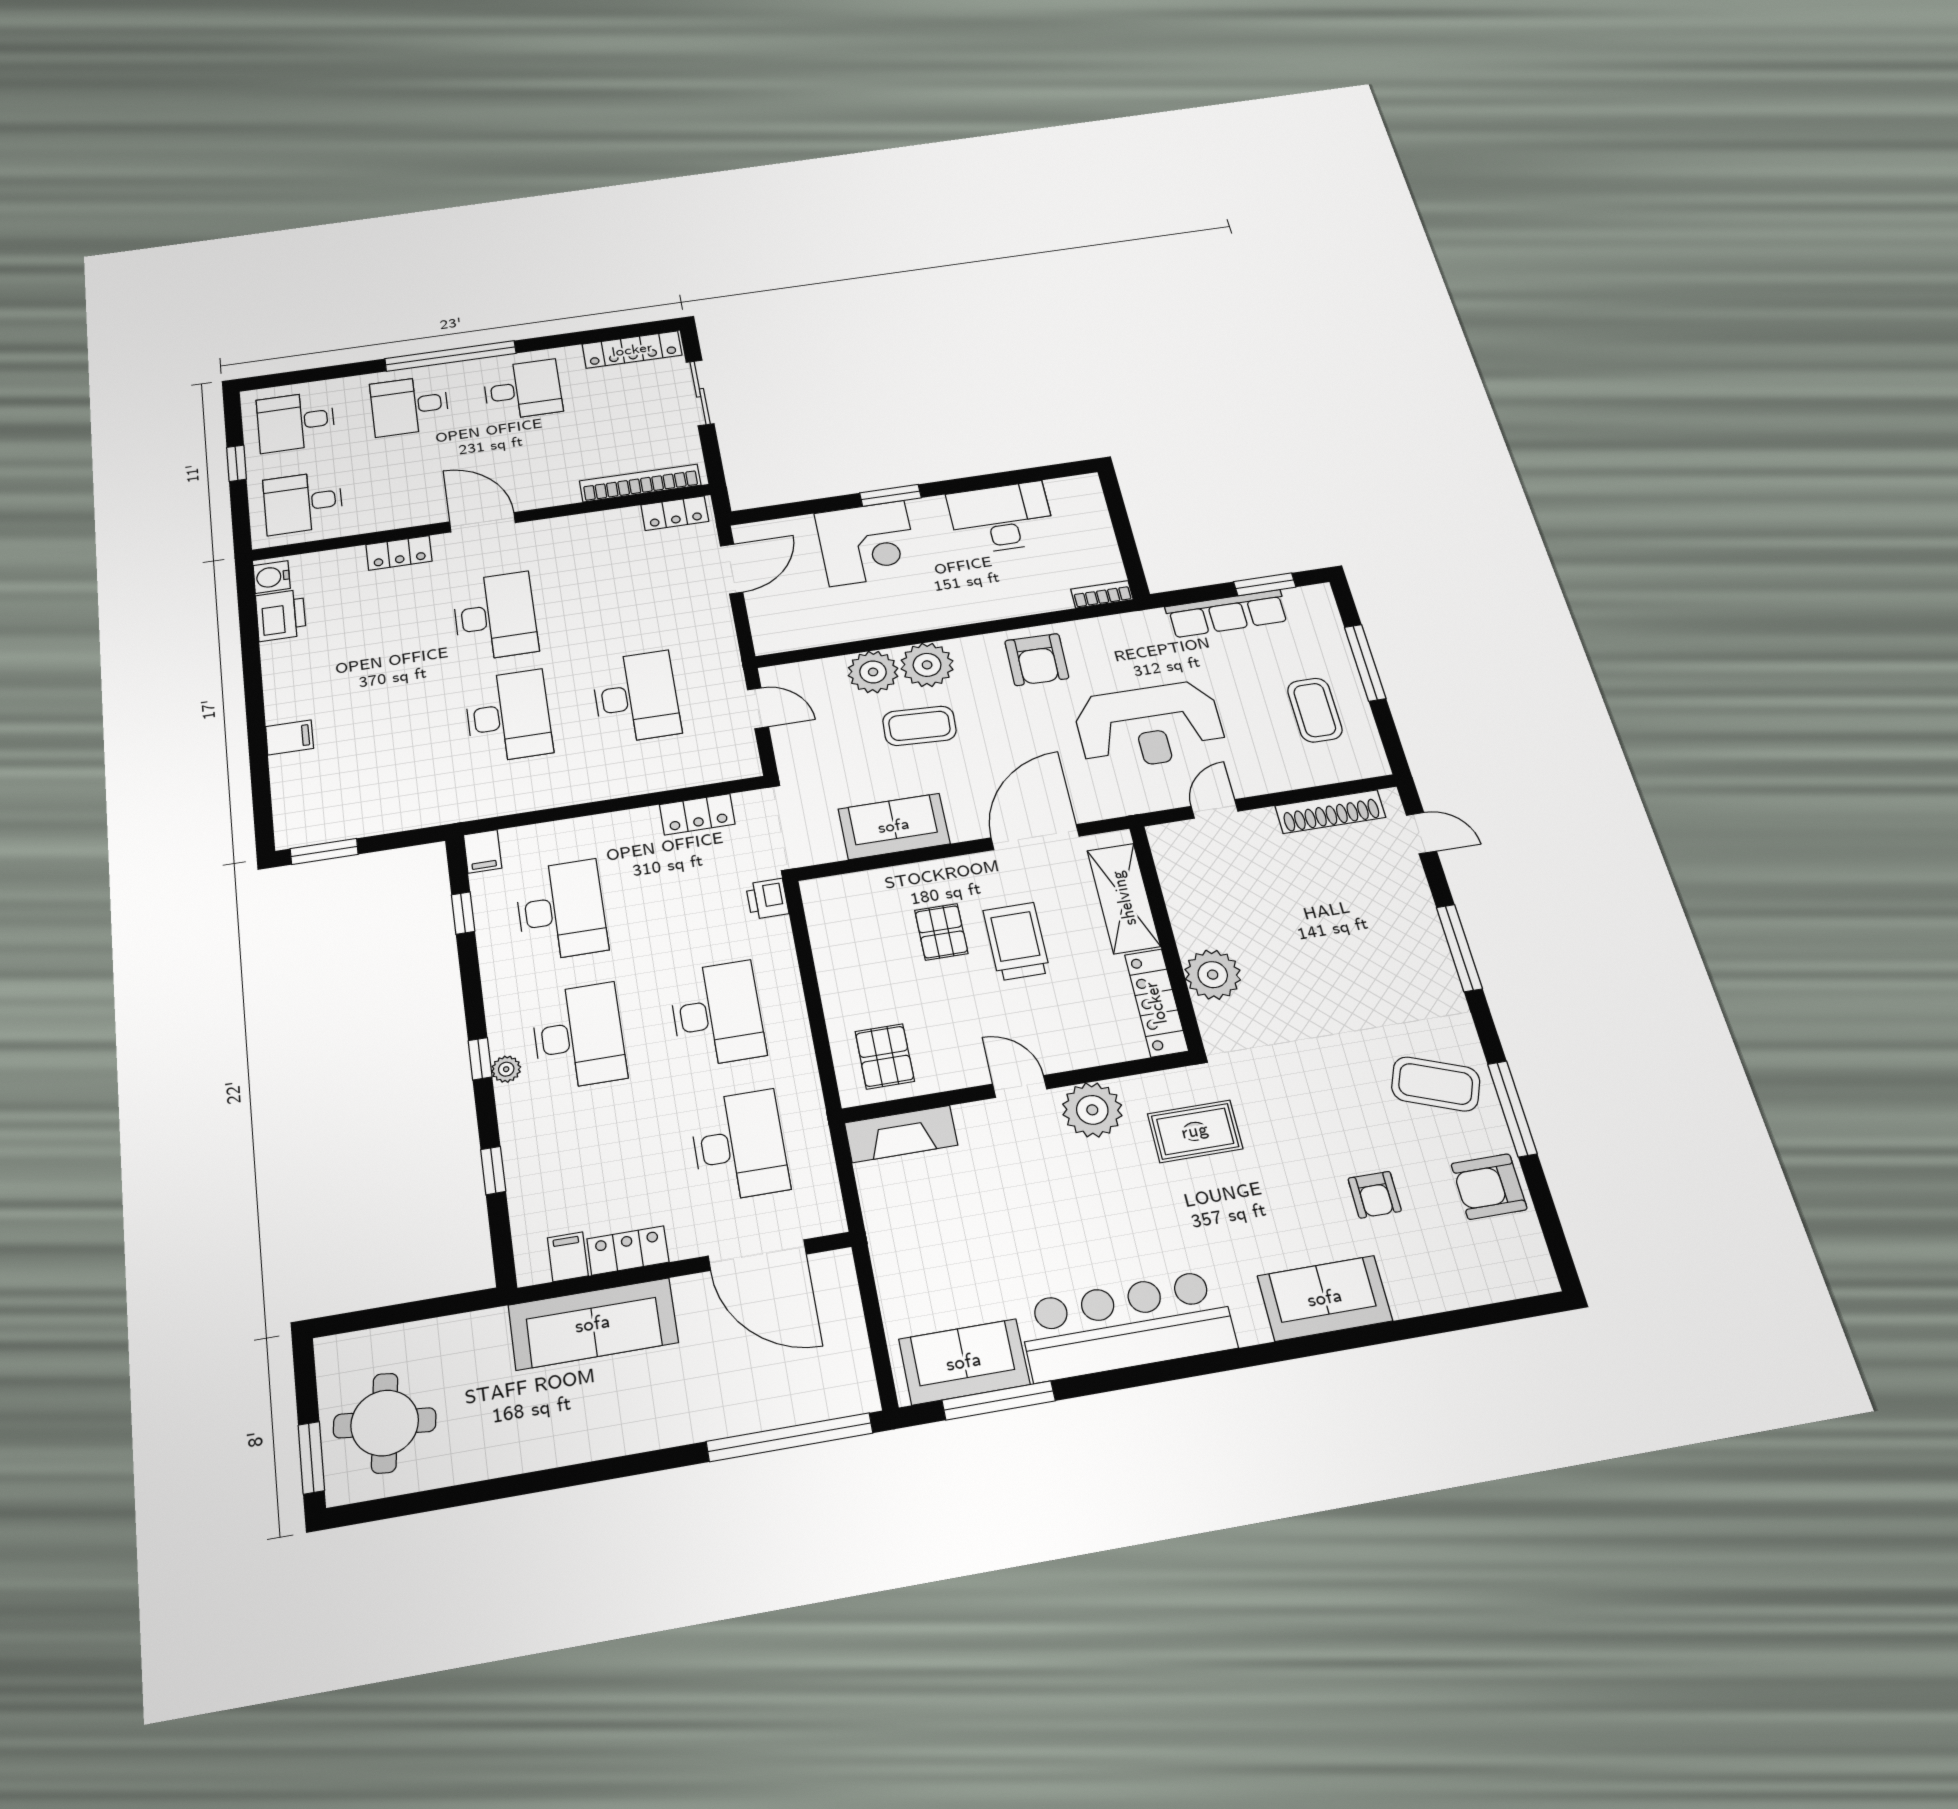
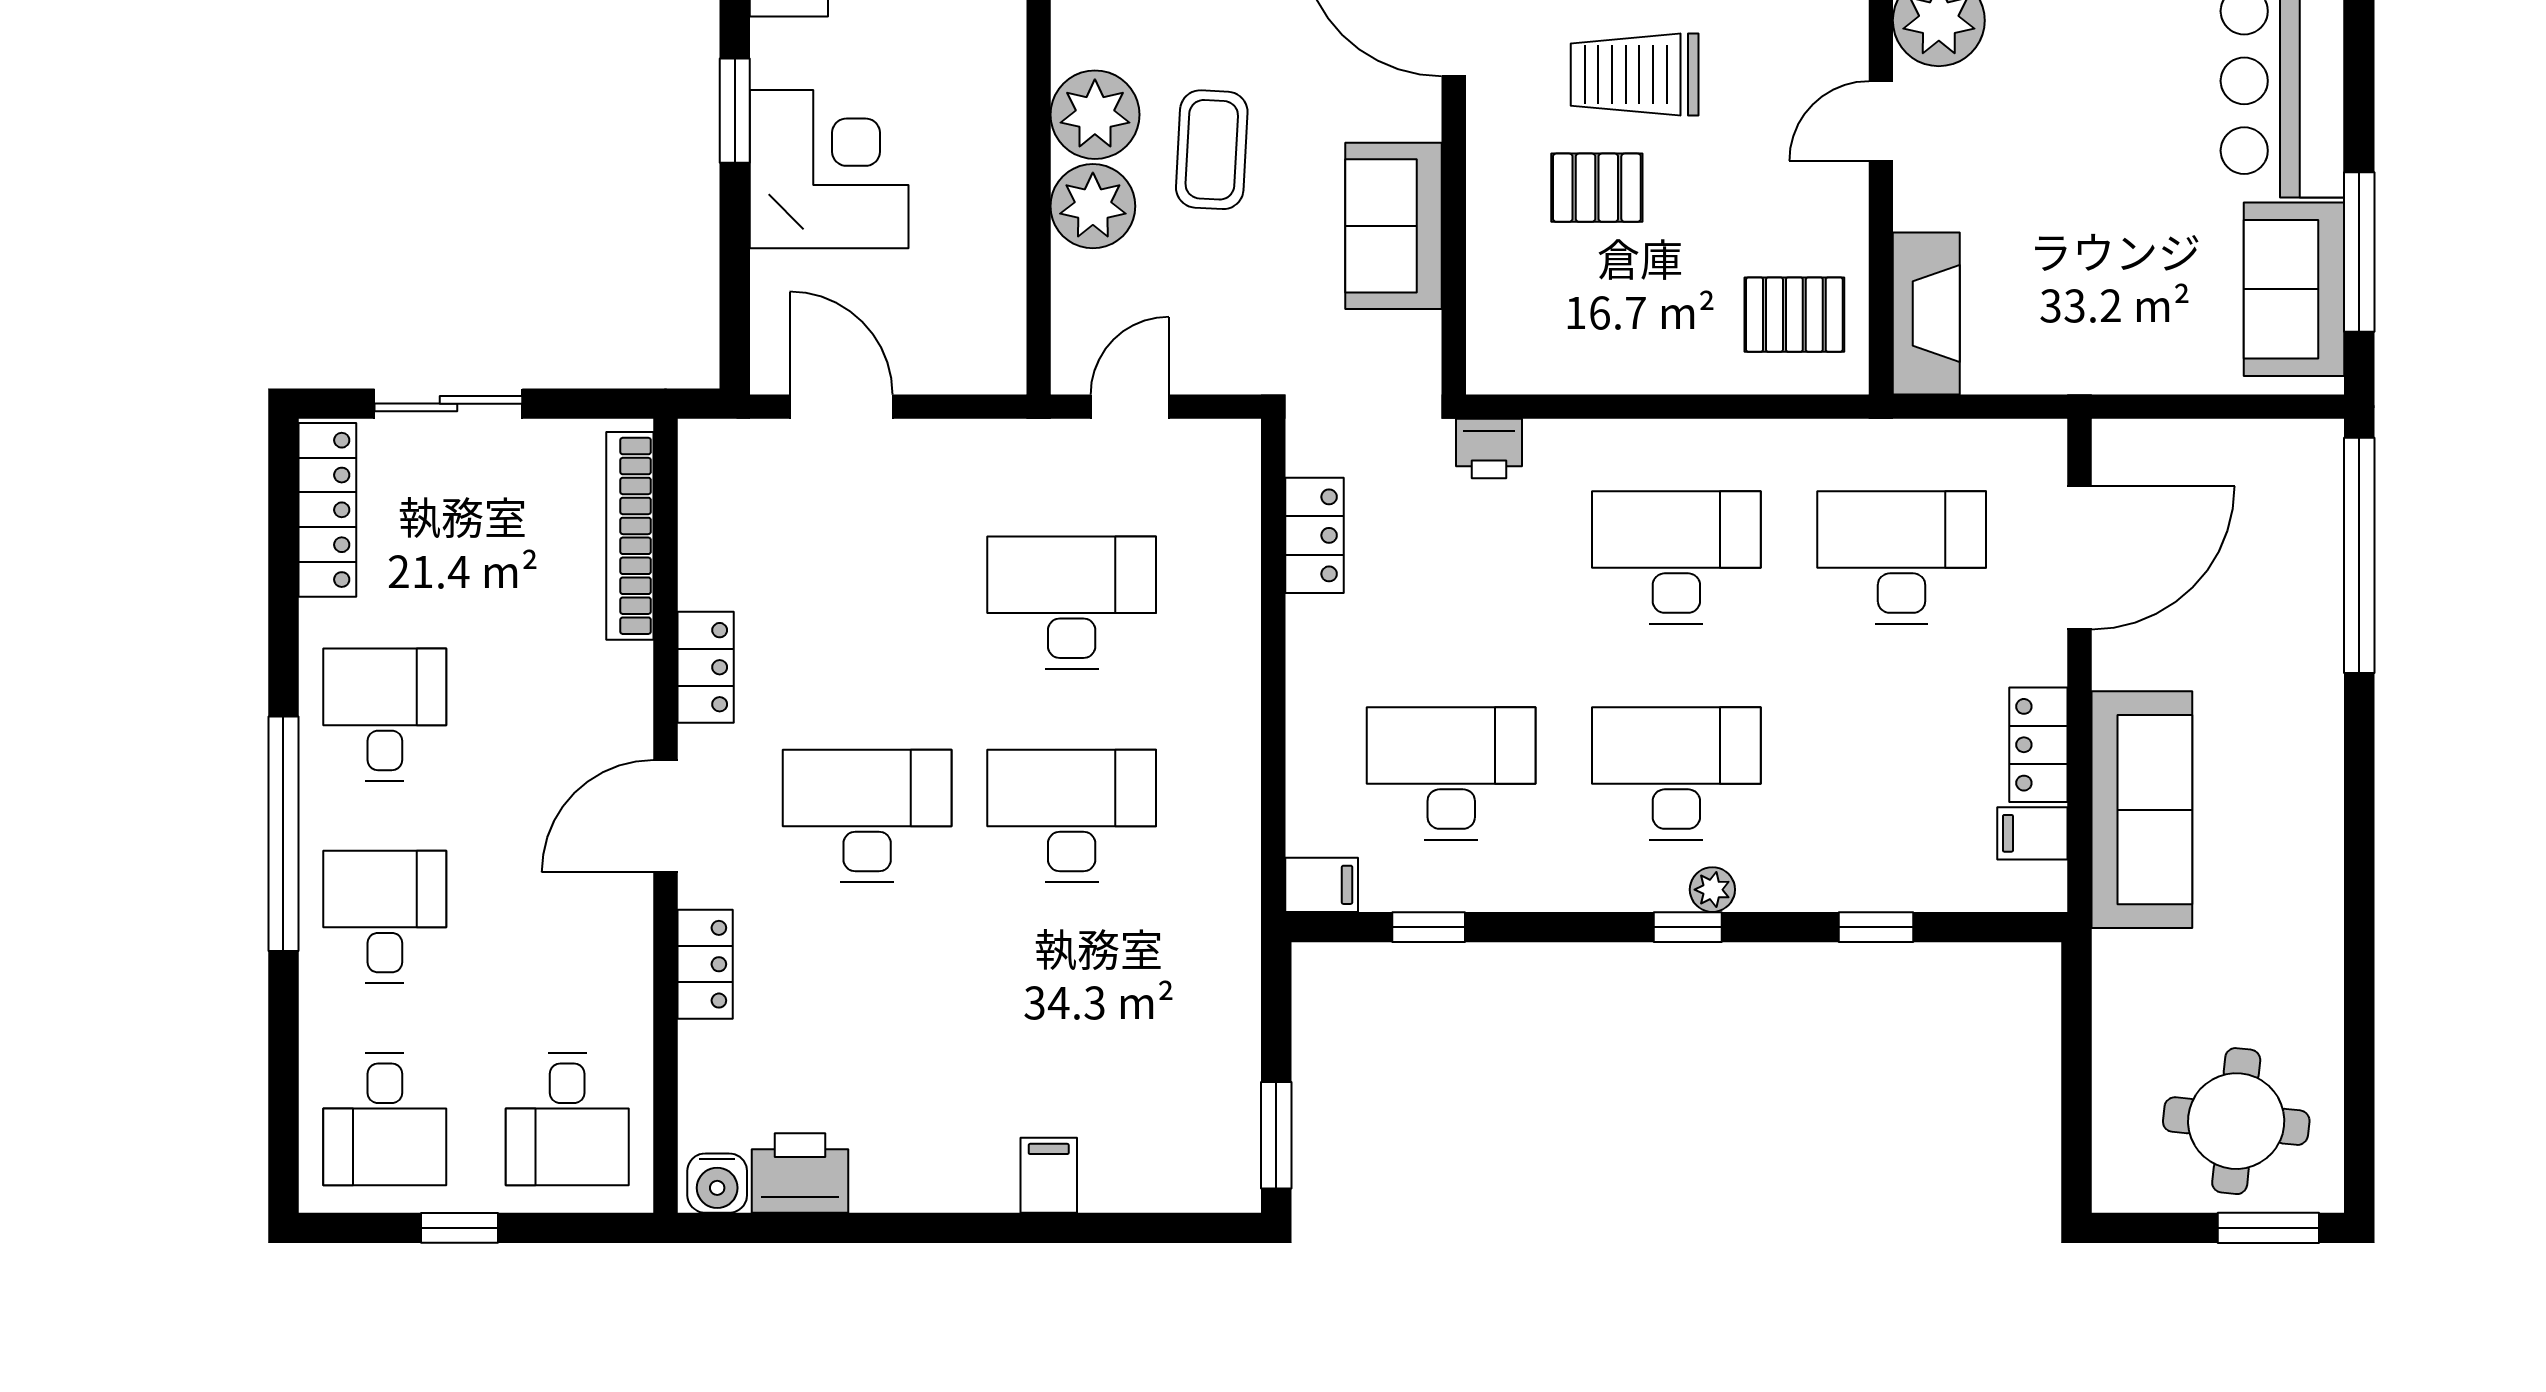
desk: (410, 406) -> (385, 917), turned 180
locker: (675, 513) -> (706, 667), moved

